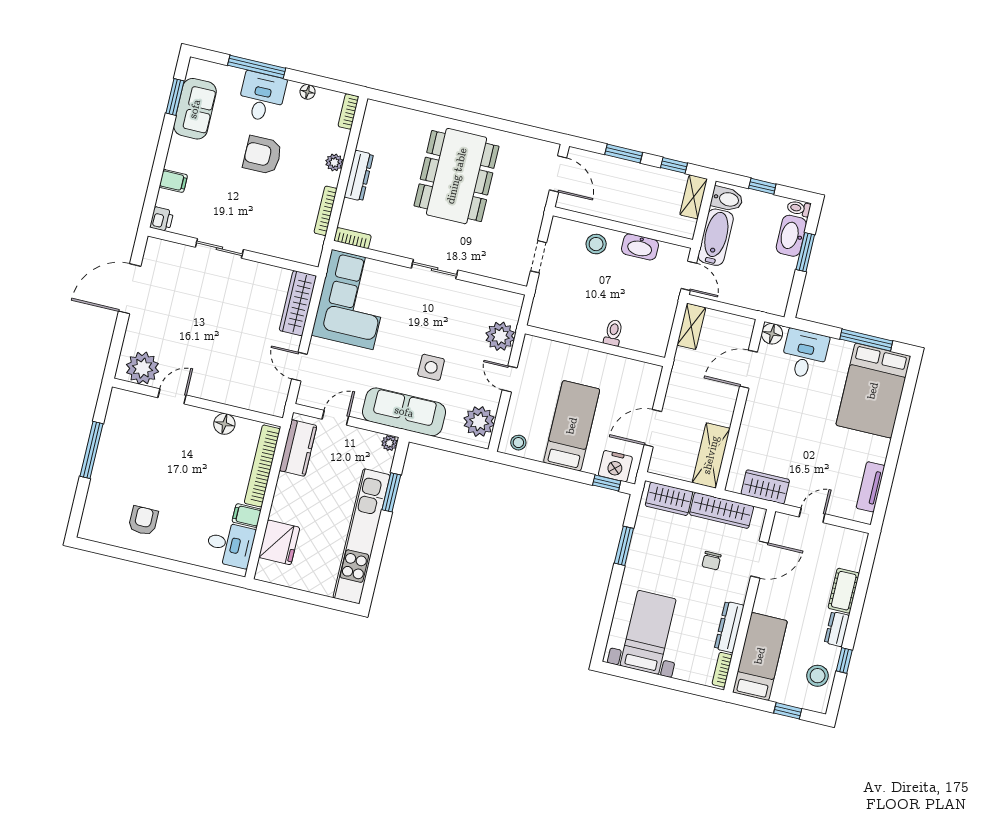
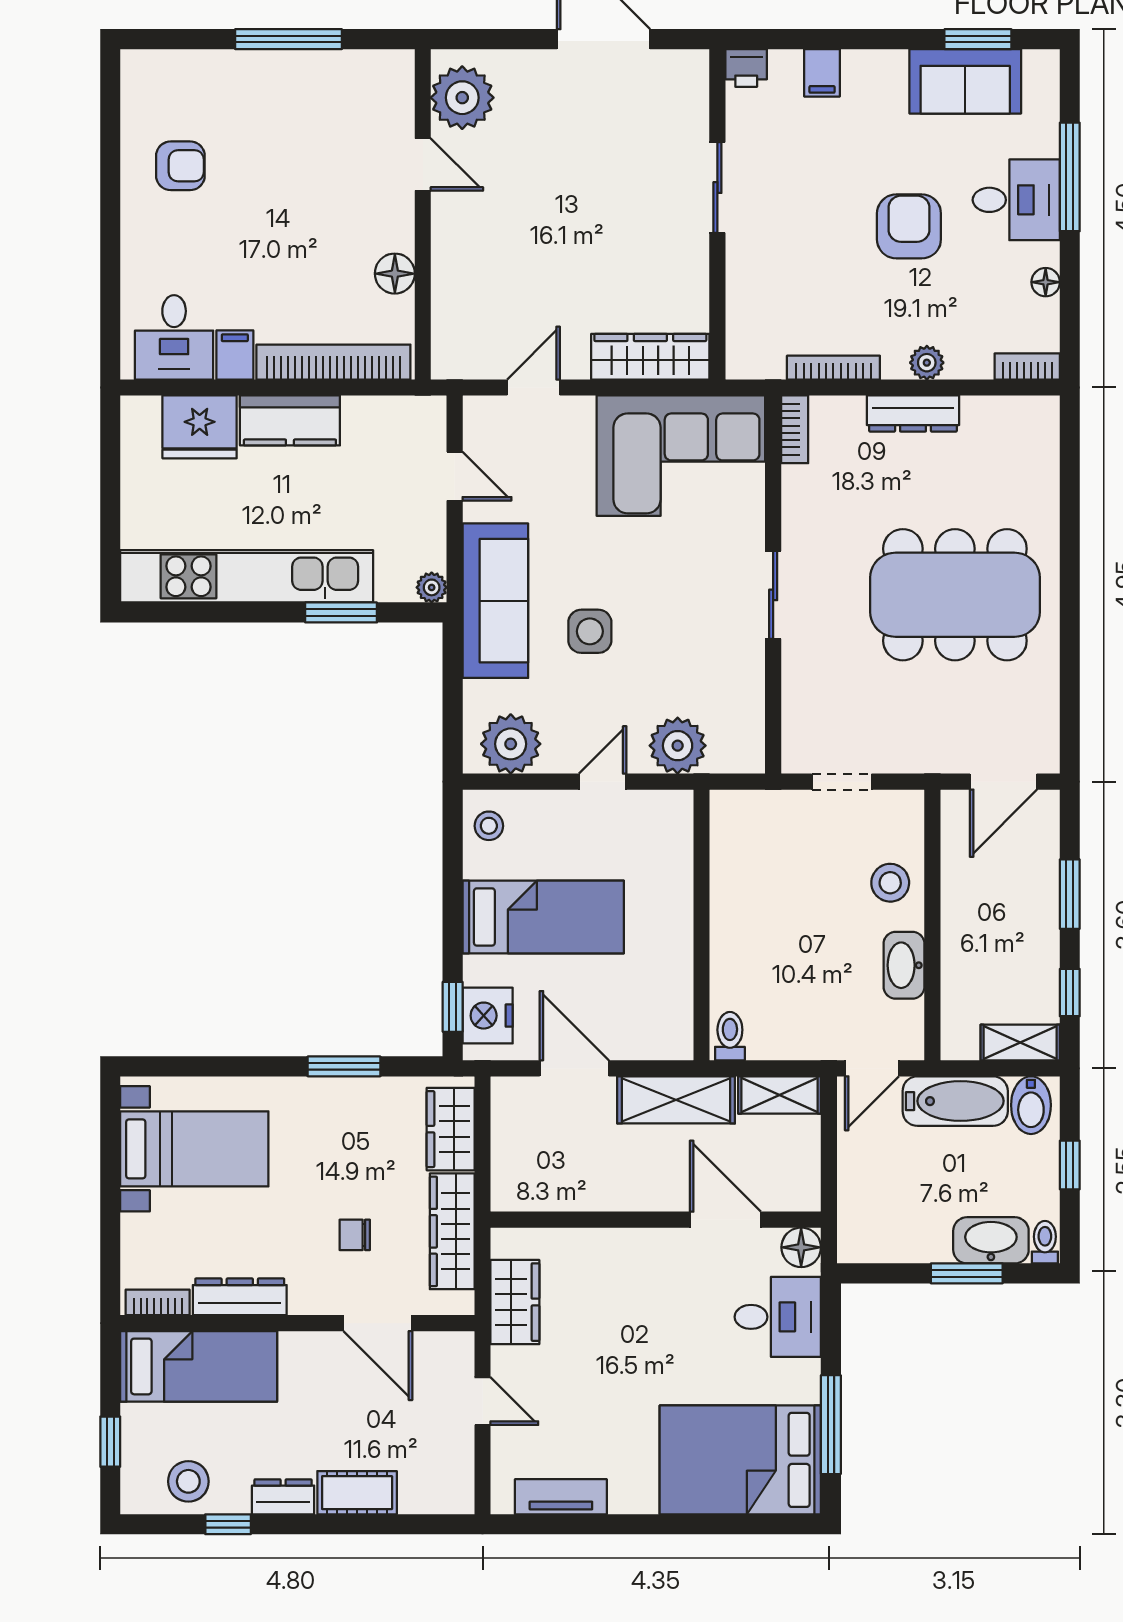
toilet: (613, 333) -> (730, 1036), moved, turned -90
kitchen counter: (298, 448) -> (290, 420), moved
shelving: (711, 455) -> (676, 1100), moved

